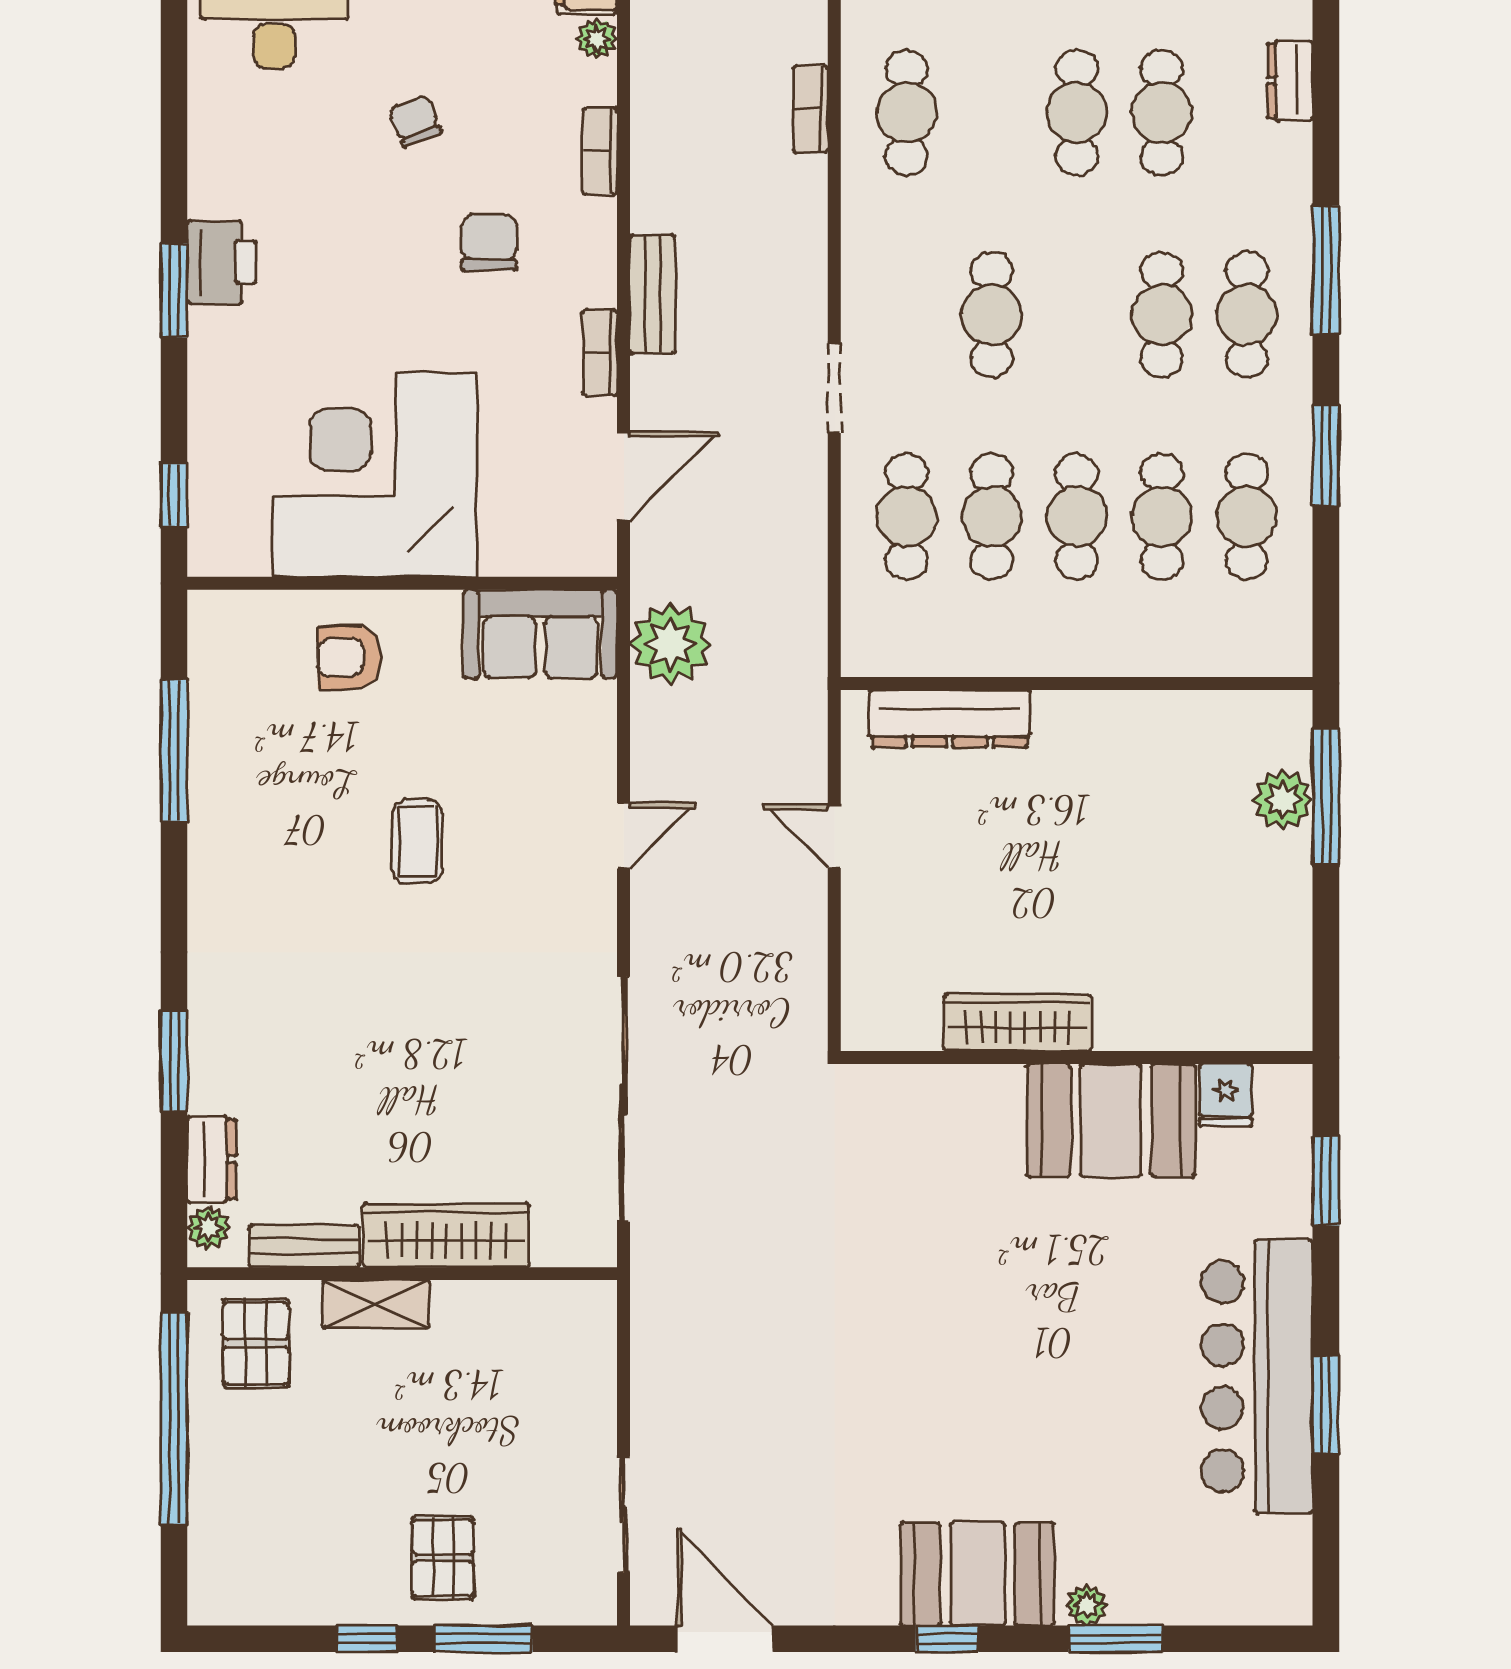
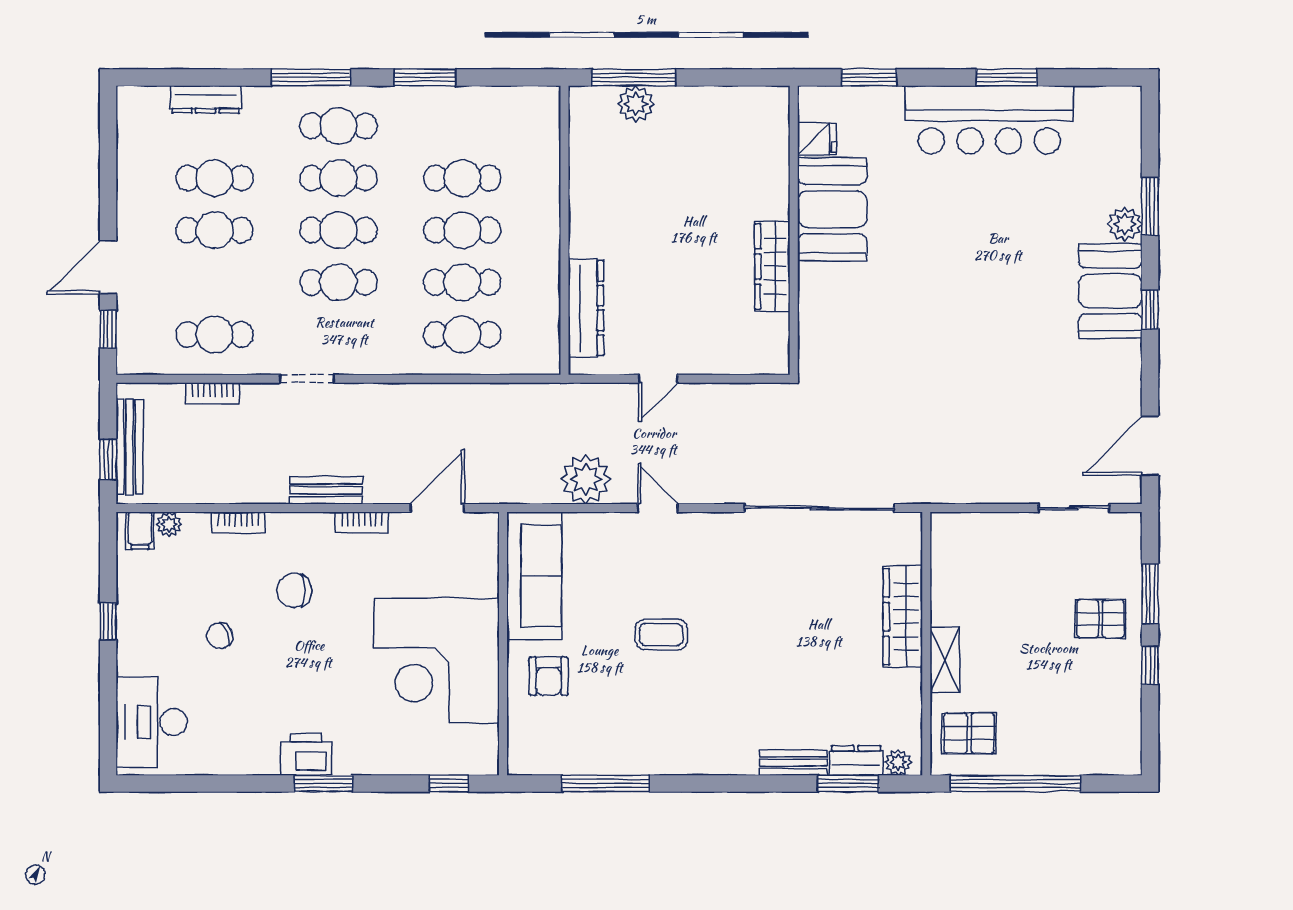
dresser: (1290, 81) -> (206, 99), width x1.44
doorway: (834, 388) -> (307, 379), moved
door: (624, 476) -> (437, 508), hinge flipped
cafe table: (1247, 517) -> (338, 230), moved
sofa: (540, 634) -> (534, 576), width x1.36
plant: (671, 644) -> (586, 479), moved
window: (174, 1061) -> (848, 784), moved
bench: (304, 1246) -> (793, 763), moved, turned 90
plant: (1087, 1605) -> (1125, 224), width x1.38, depth x1.38

